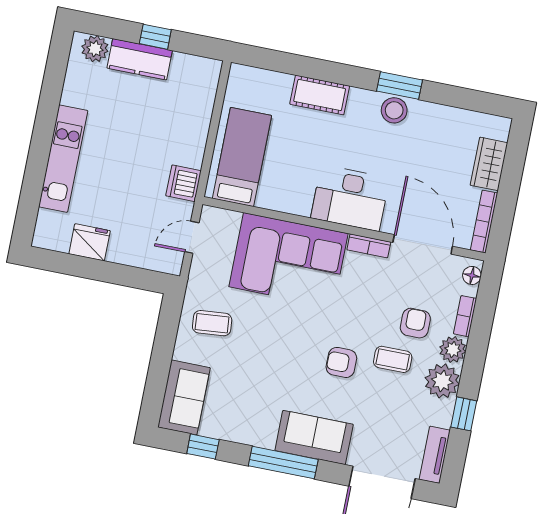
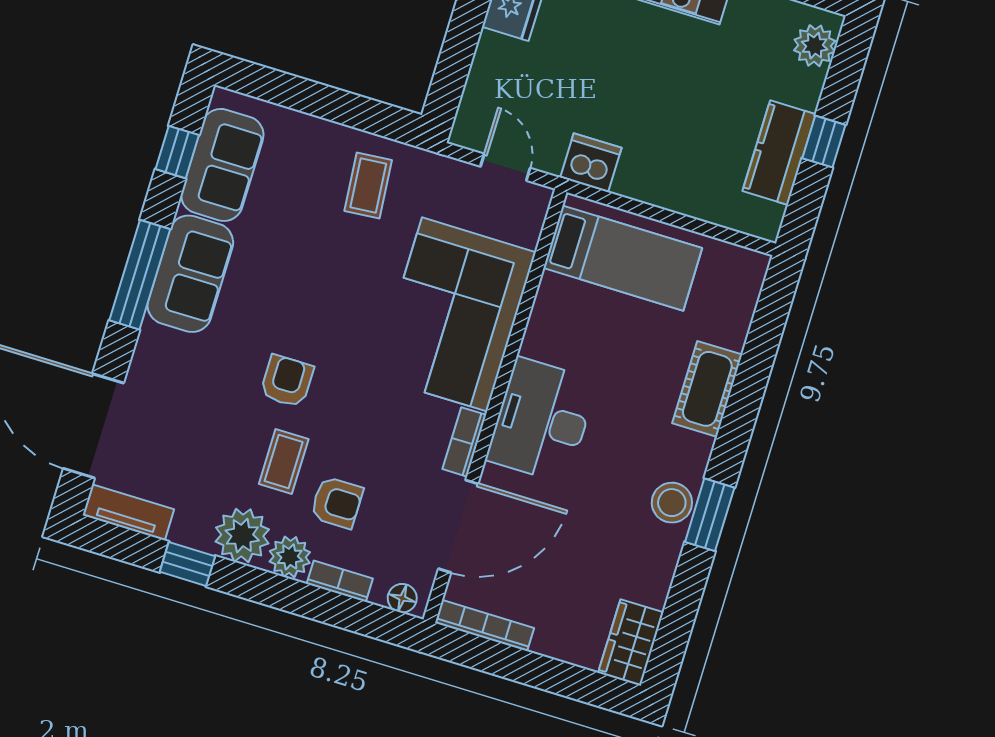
kitchen counter: (140, 59) -> (779, 153), moved
wardrobe: (489, 164) -> (631, 643), moved, turned -90
sofa: (184, 397) -> (222, 165), moved, turned -90
sofa: (314, 437) -> (190, 274), moved

